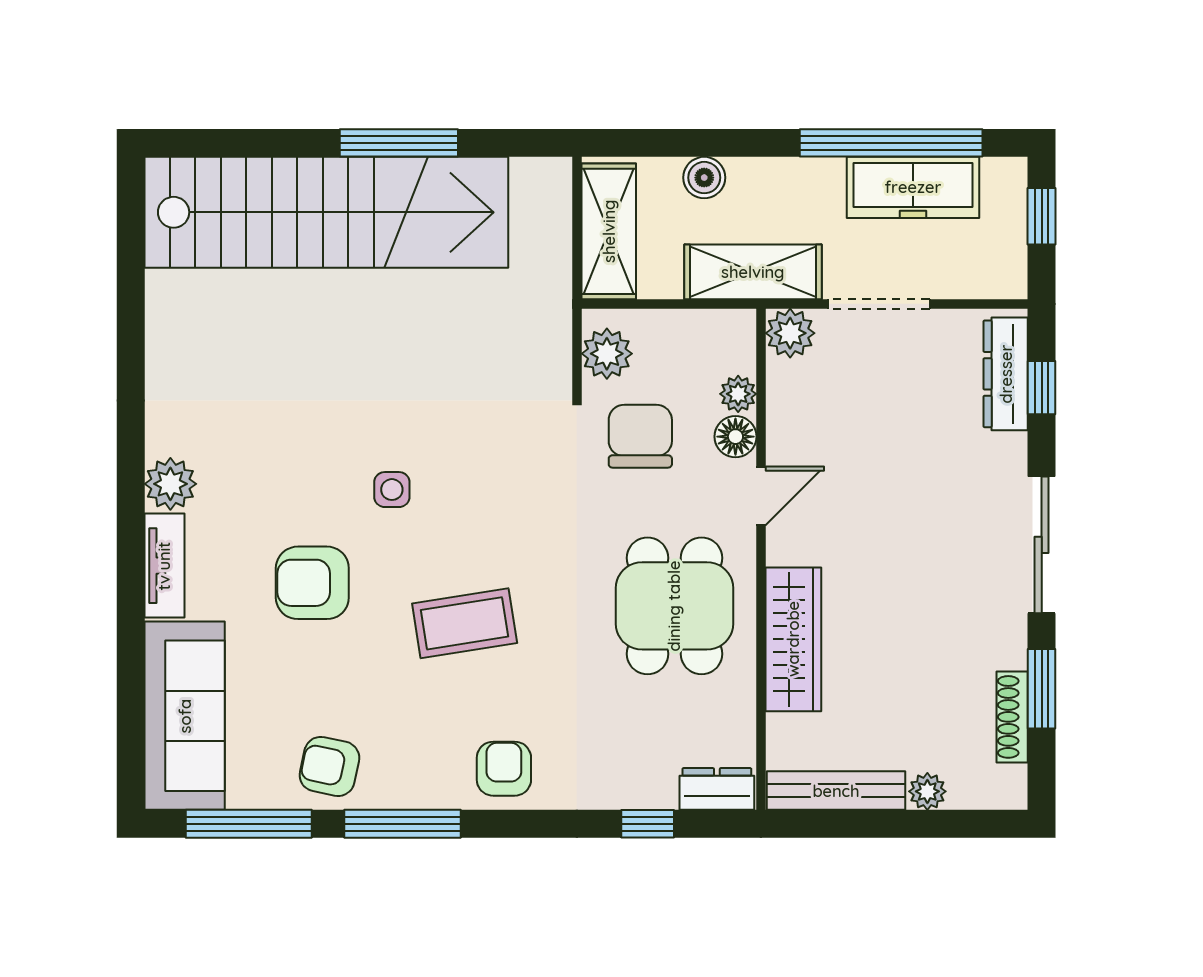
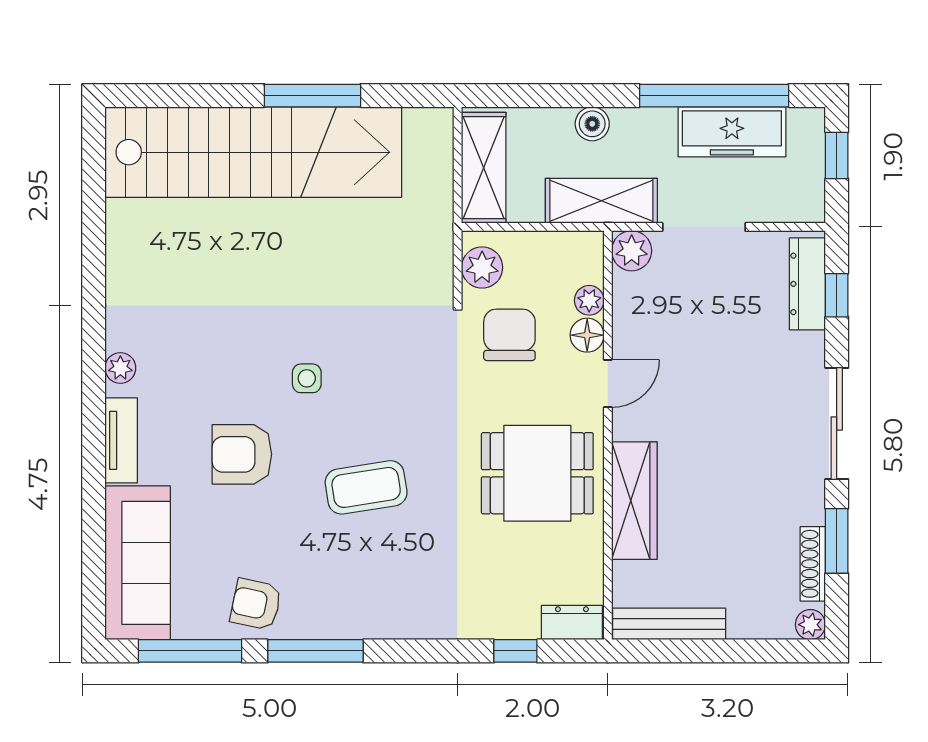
boiler: (704, 178) -> (592, 124), moved
plant: (170, 484) -> (120, 368), width x0.73, depth x0.73
dining table: (674, 606) -> (537, 473), turned 90
armchair: (504, 769) -> (398, 606), removed
plant: (927, 791) -> (810, 625), moved

